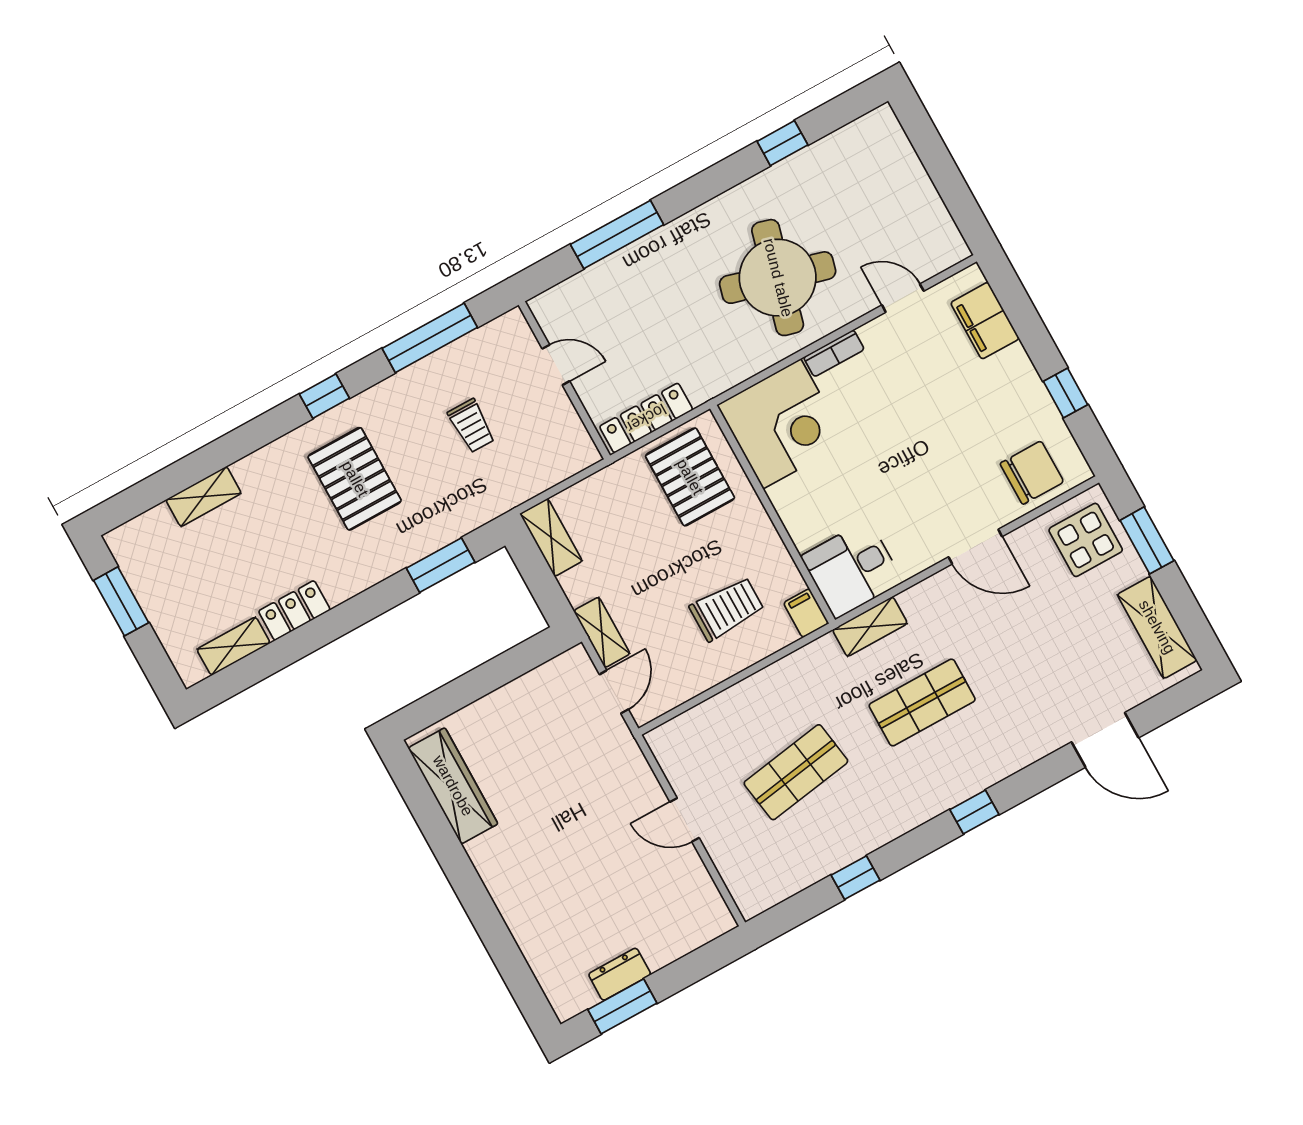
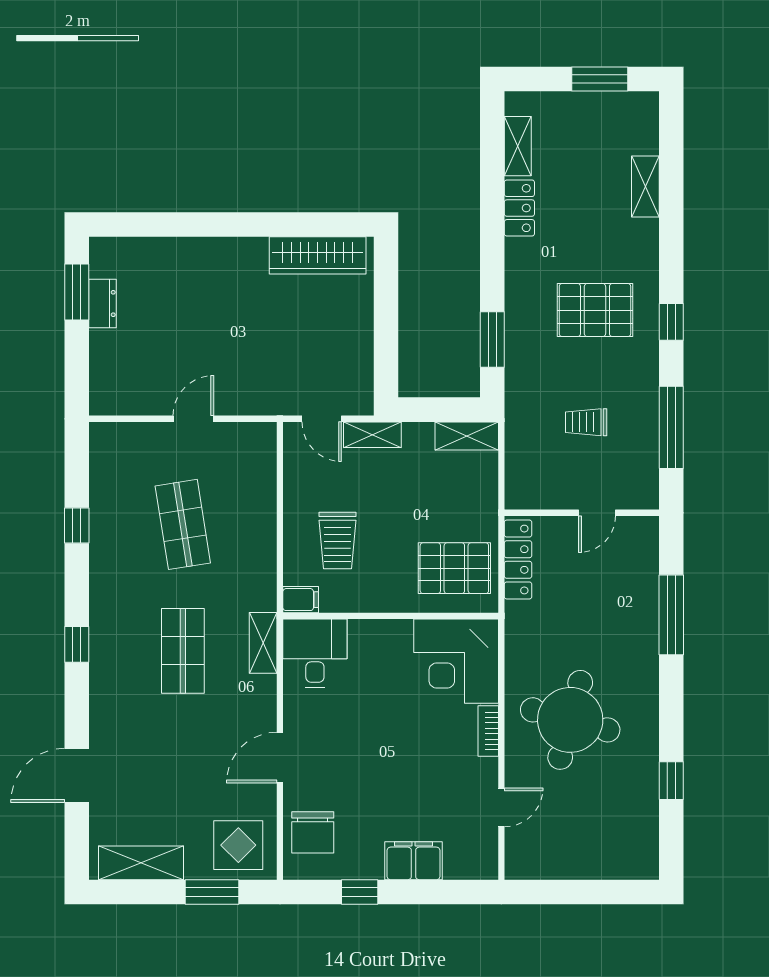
filing cabinet: (985, 321) -> (413, 861), moved

